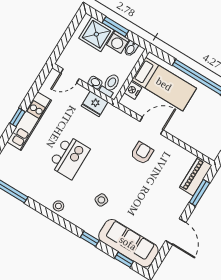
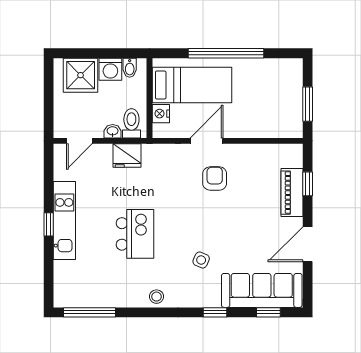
window: (115, 27) -> (97, 53), removed
piano: (196, 176) -> (292, 193), moved
window: (199, 193) -> (308, 184), width x0.67
door: (176, 232) -> (308, 244), swing flipped

